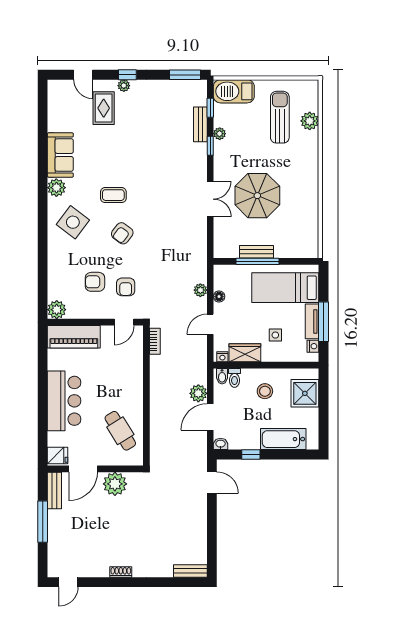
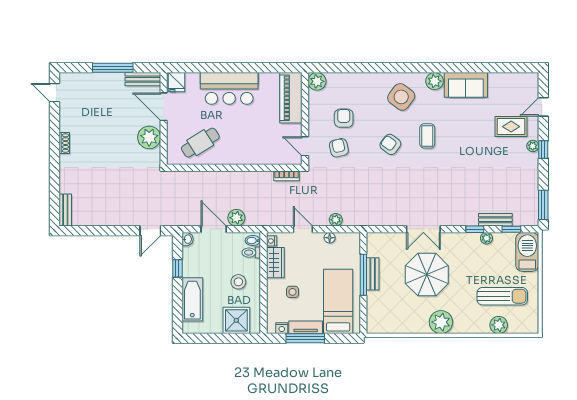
plant: (307, 181) -> (441, 322), added
armchair: (126, 287) -> (339, 148), turned 77

